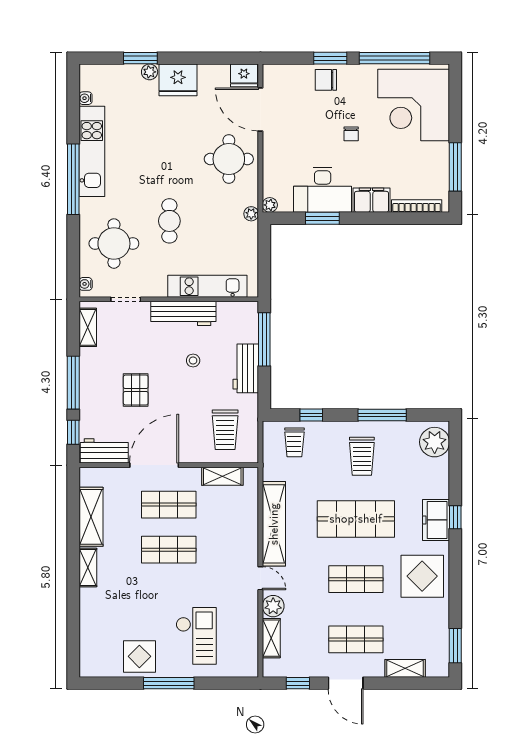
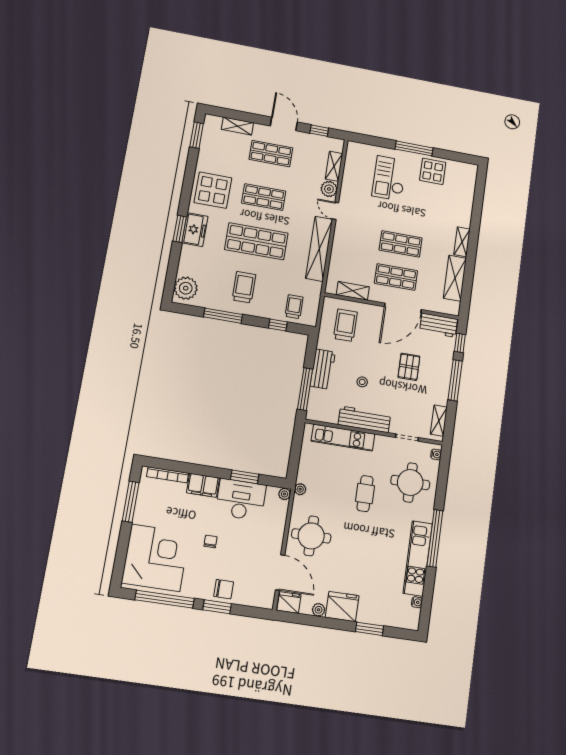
plant: (150, 72) -> (319, 610), moved
window: (455, 517) -> (180, 229), width x1.50

